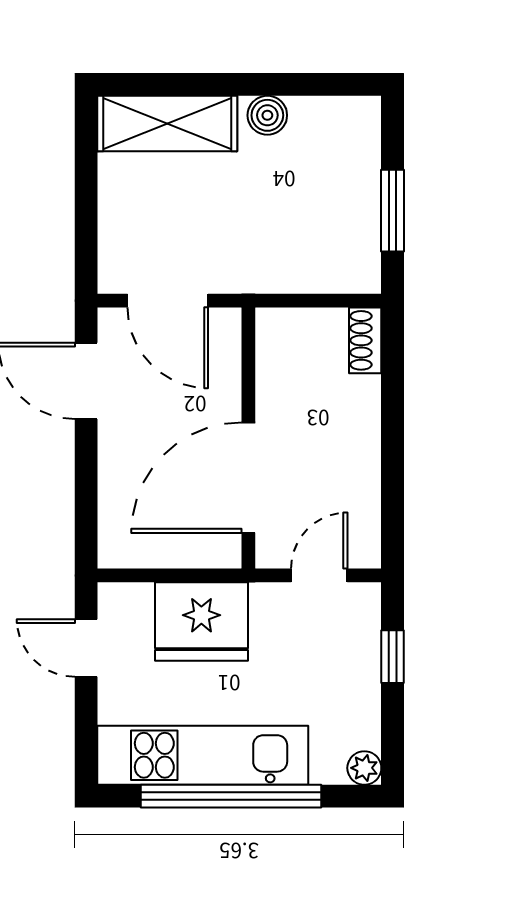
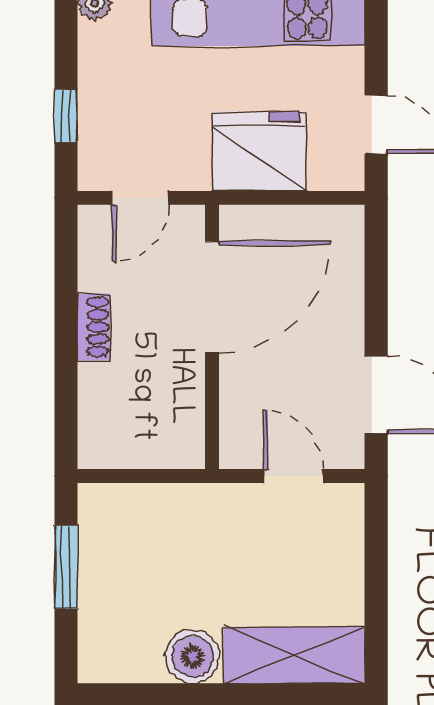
boiler: (267, 115) -> (193, 656), width x1.36, depth x1.36
door: (168, 301) -> (294, 476), width x0.73
shoe rack: (365, 340) -> (94, 327), moved

